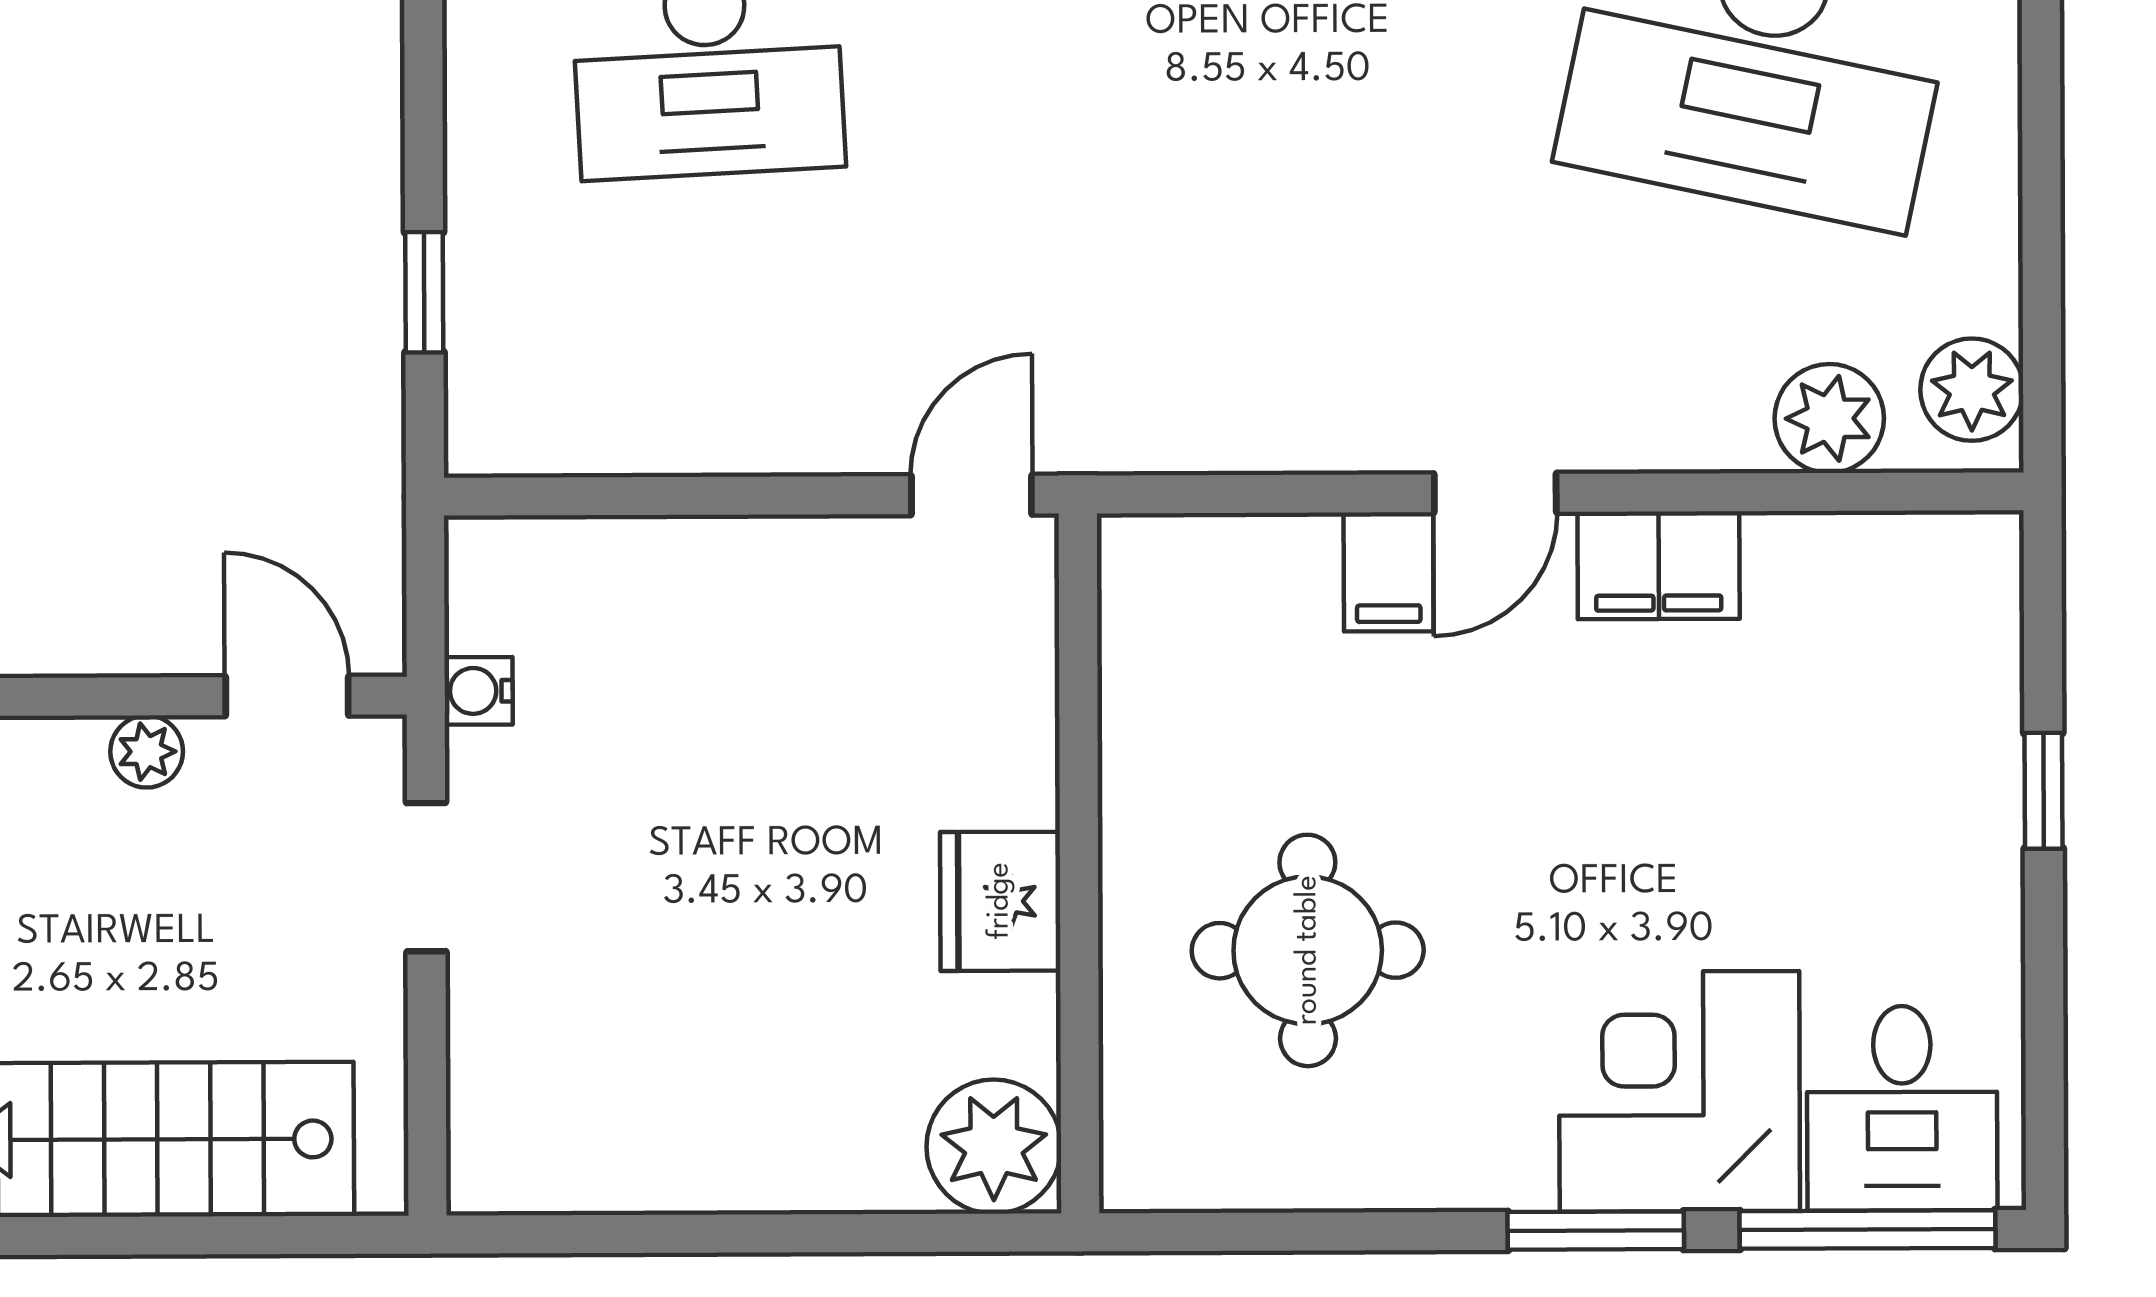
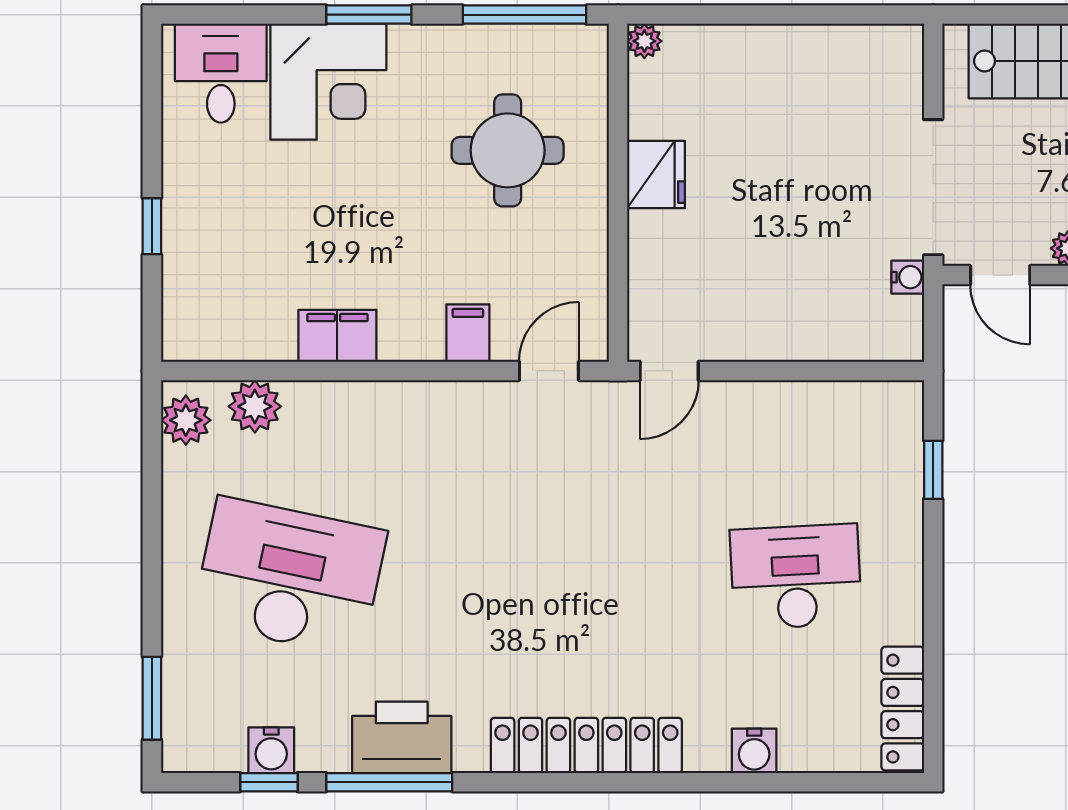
door: (1495, 493) -> (549, 371), moved
doorway: (426, 877) -> (933, 187), width x1.88
plant: (994, 1147) -> (644, 41), width x0.53, depth x0.53
window: (1867, 1230) -> (525, 15), moved

